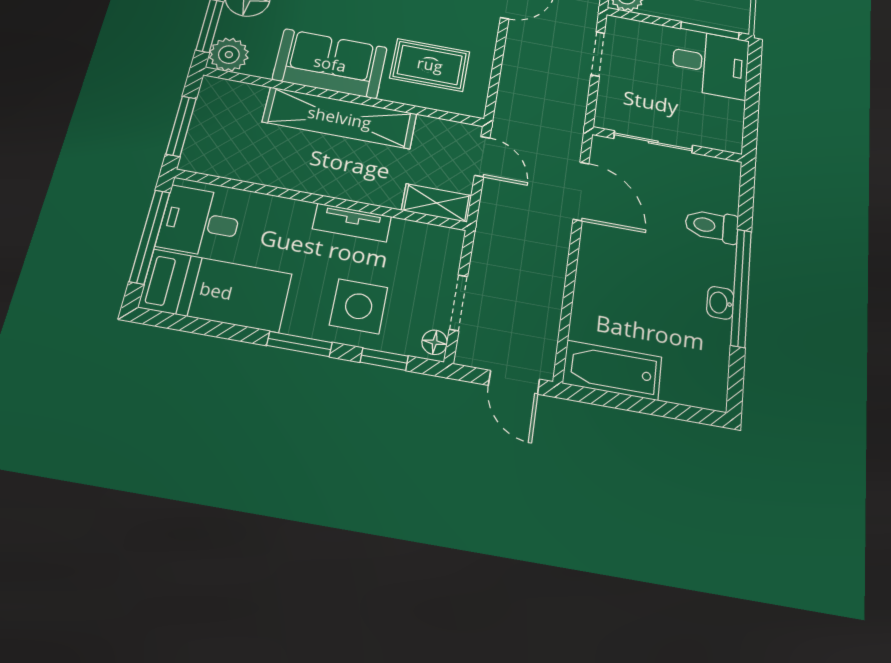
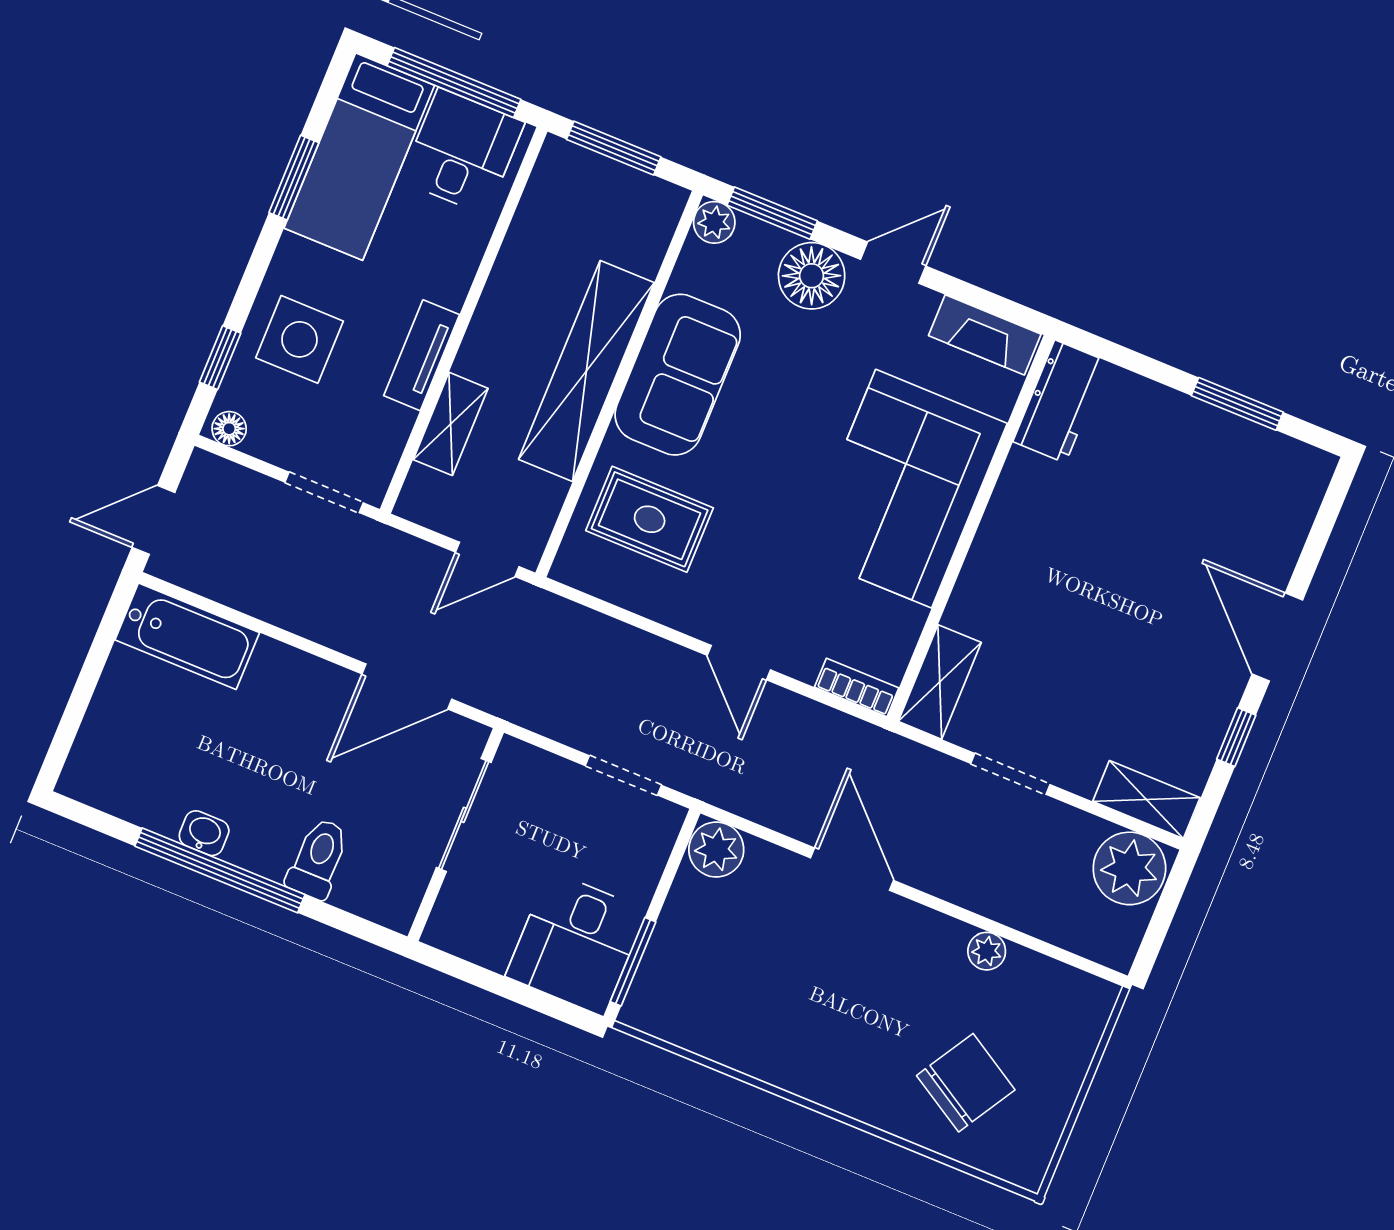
plant: (229, 55) -> (714, 222), width x0.73, depth x0.73
rug: (430, 65) -> (650, 519), turned 90
shelving: (437, 203) -> (451, 424), moved
doorway: (458, 303) -> (324, 492), moved
window: (299, 344) -> (294, 178), moved
bathtub: (612, 370) -> (187, 636), moved, turned 90

